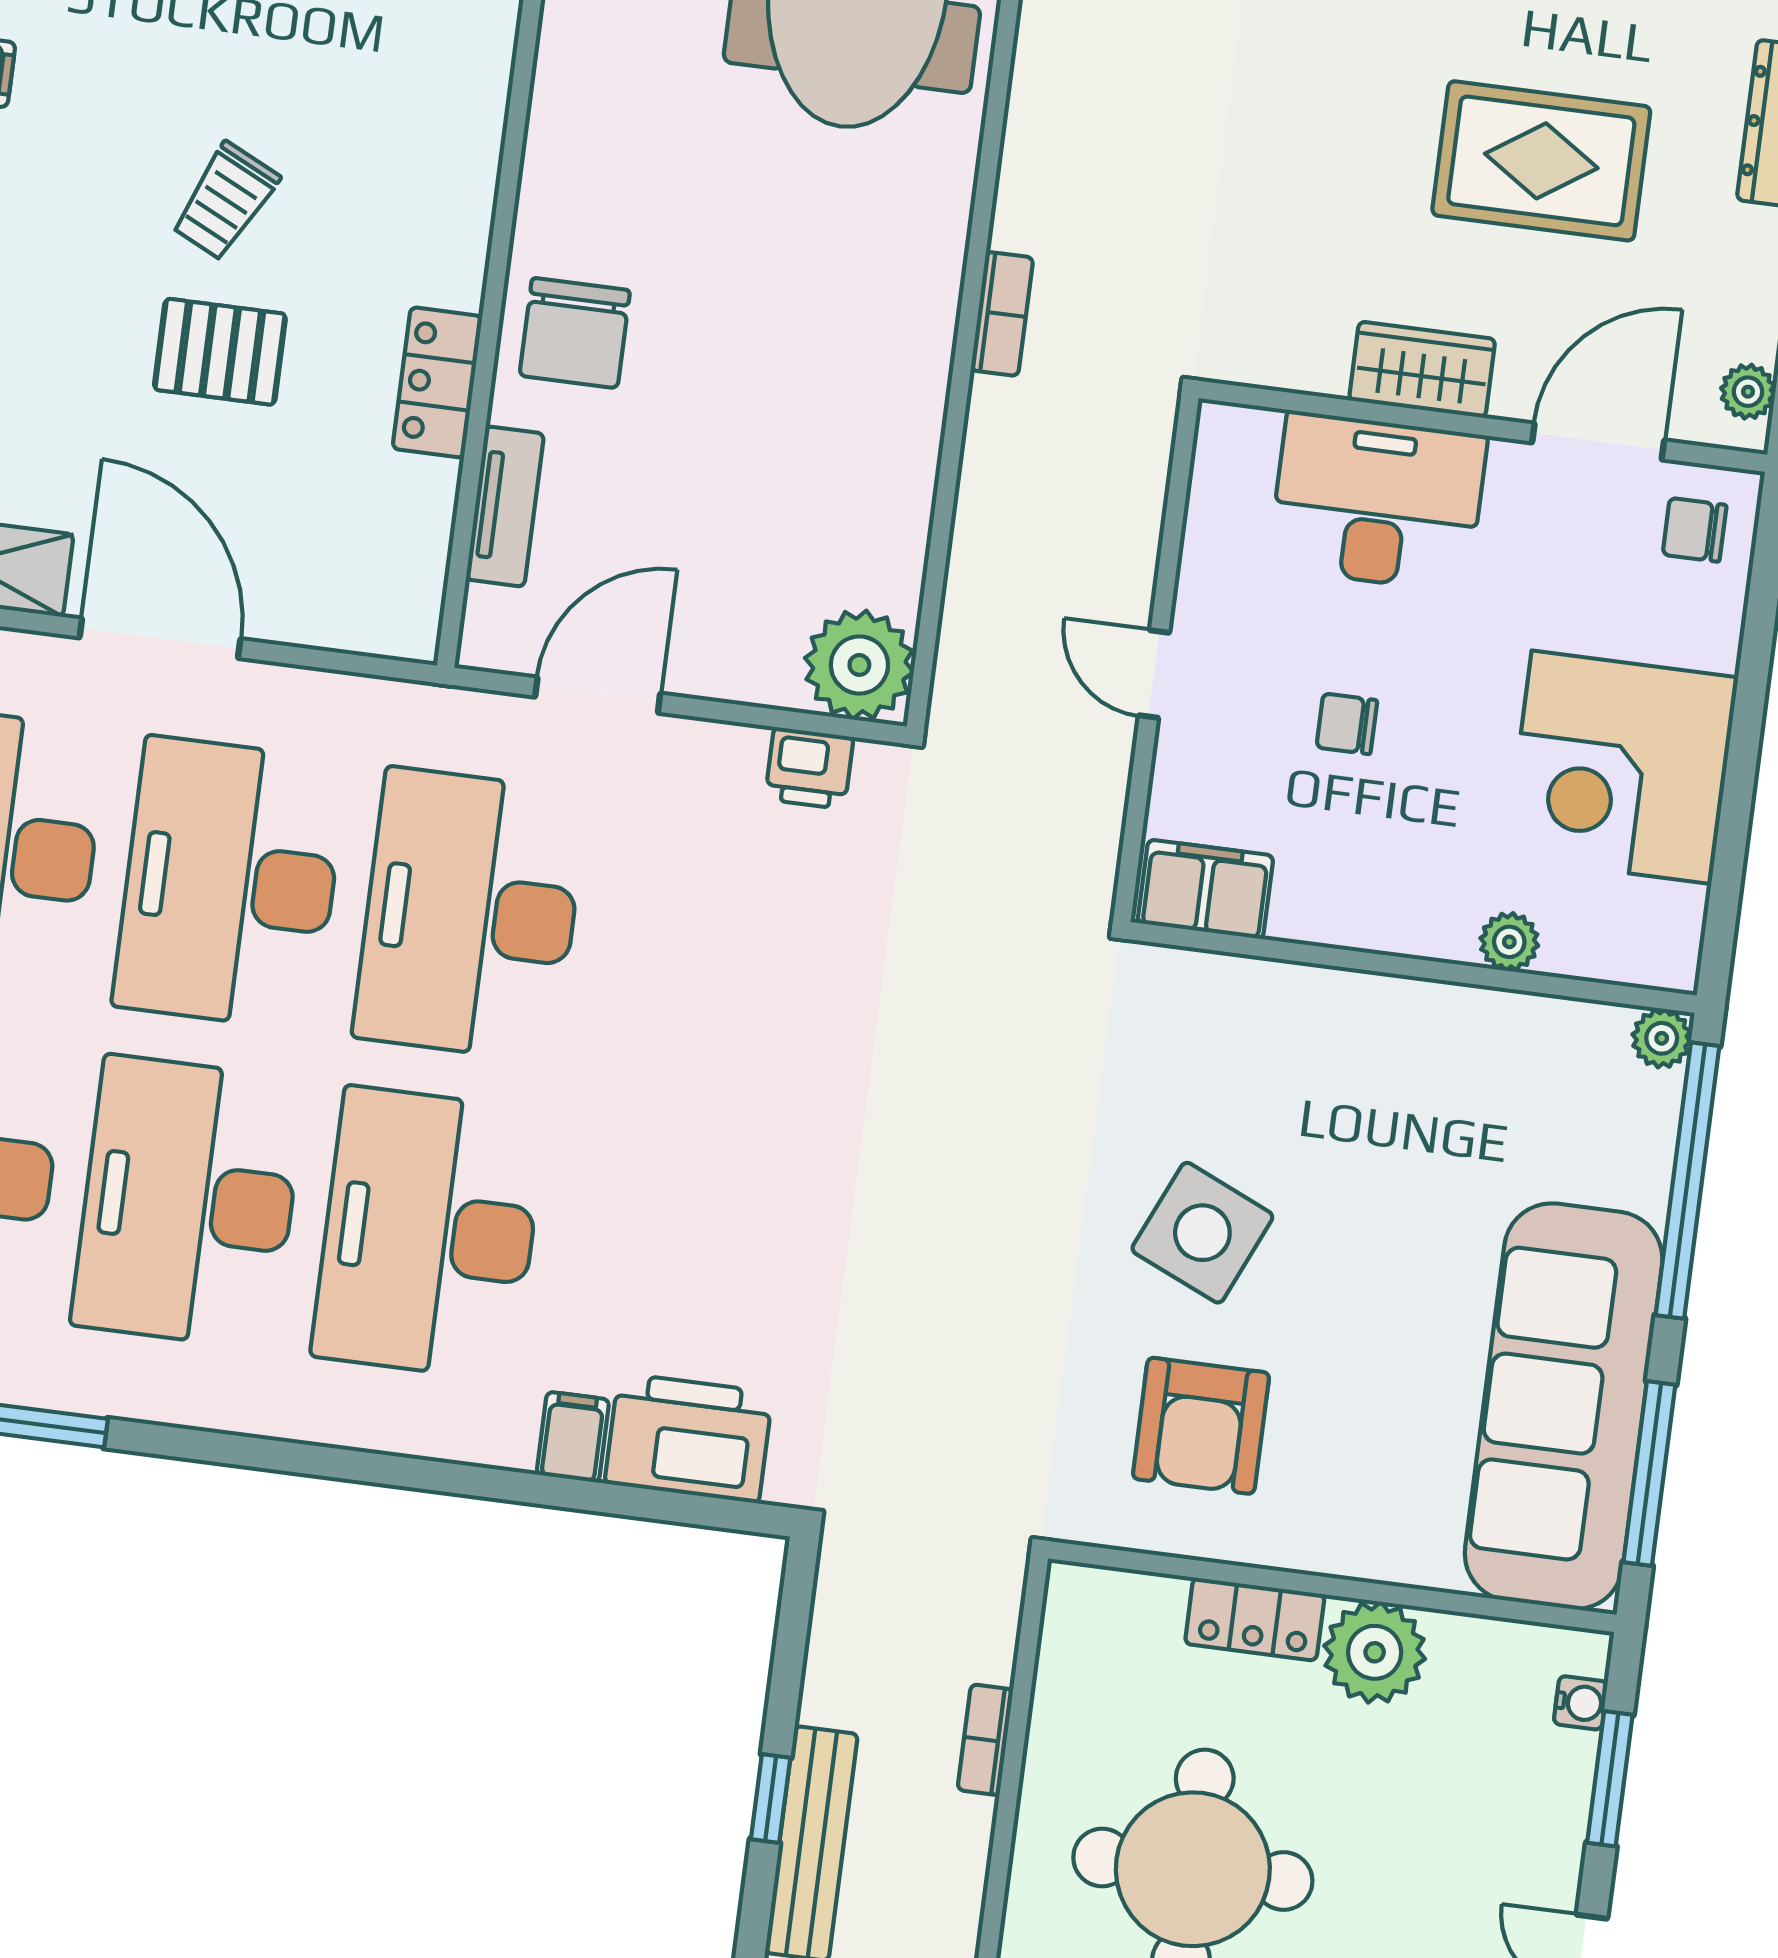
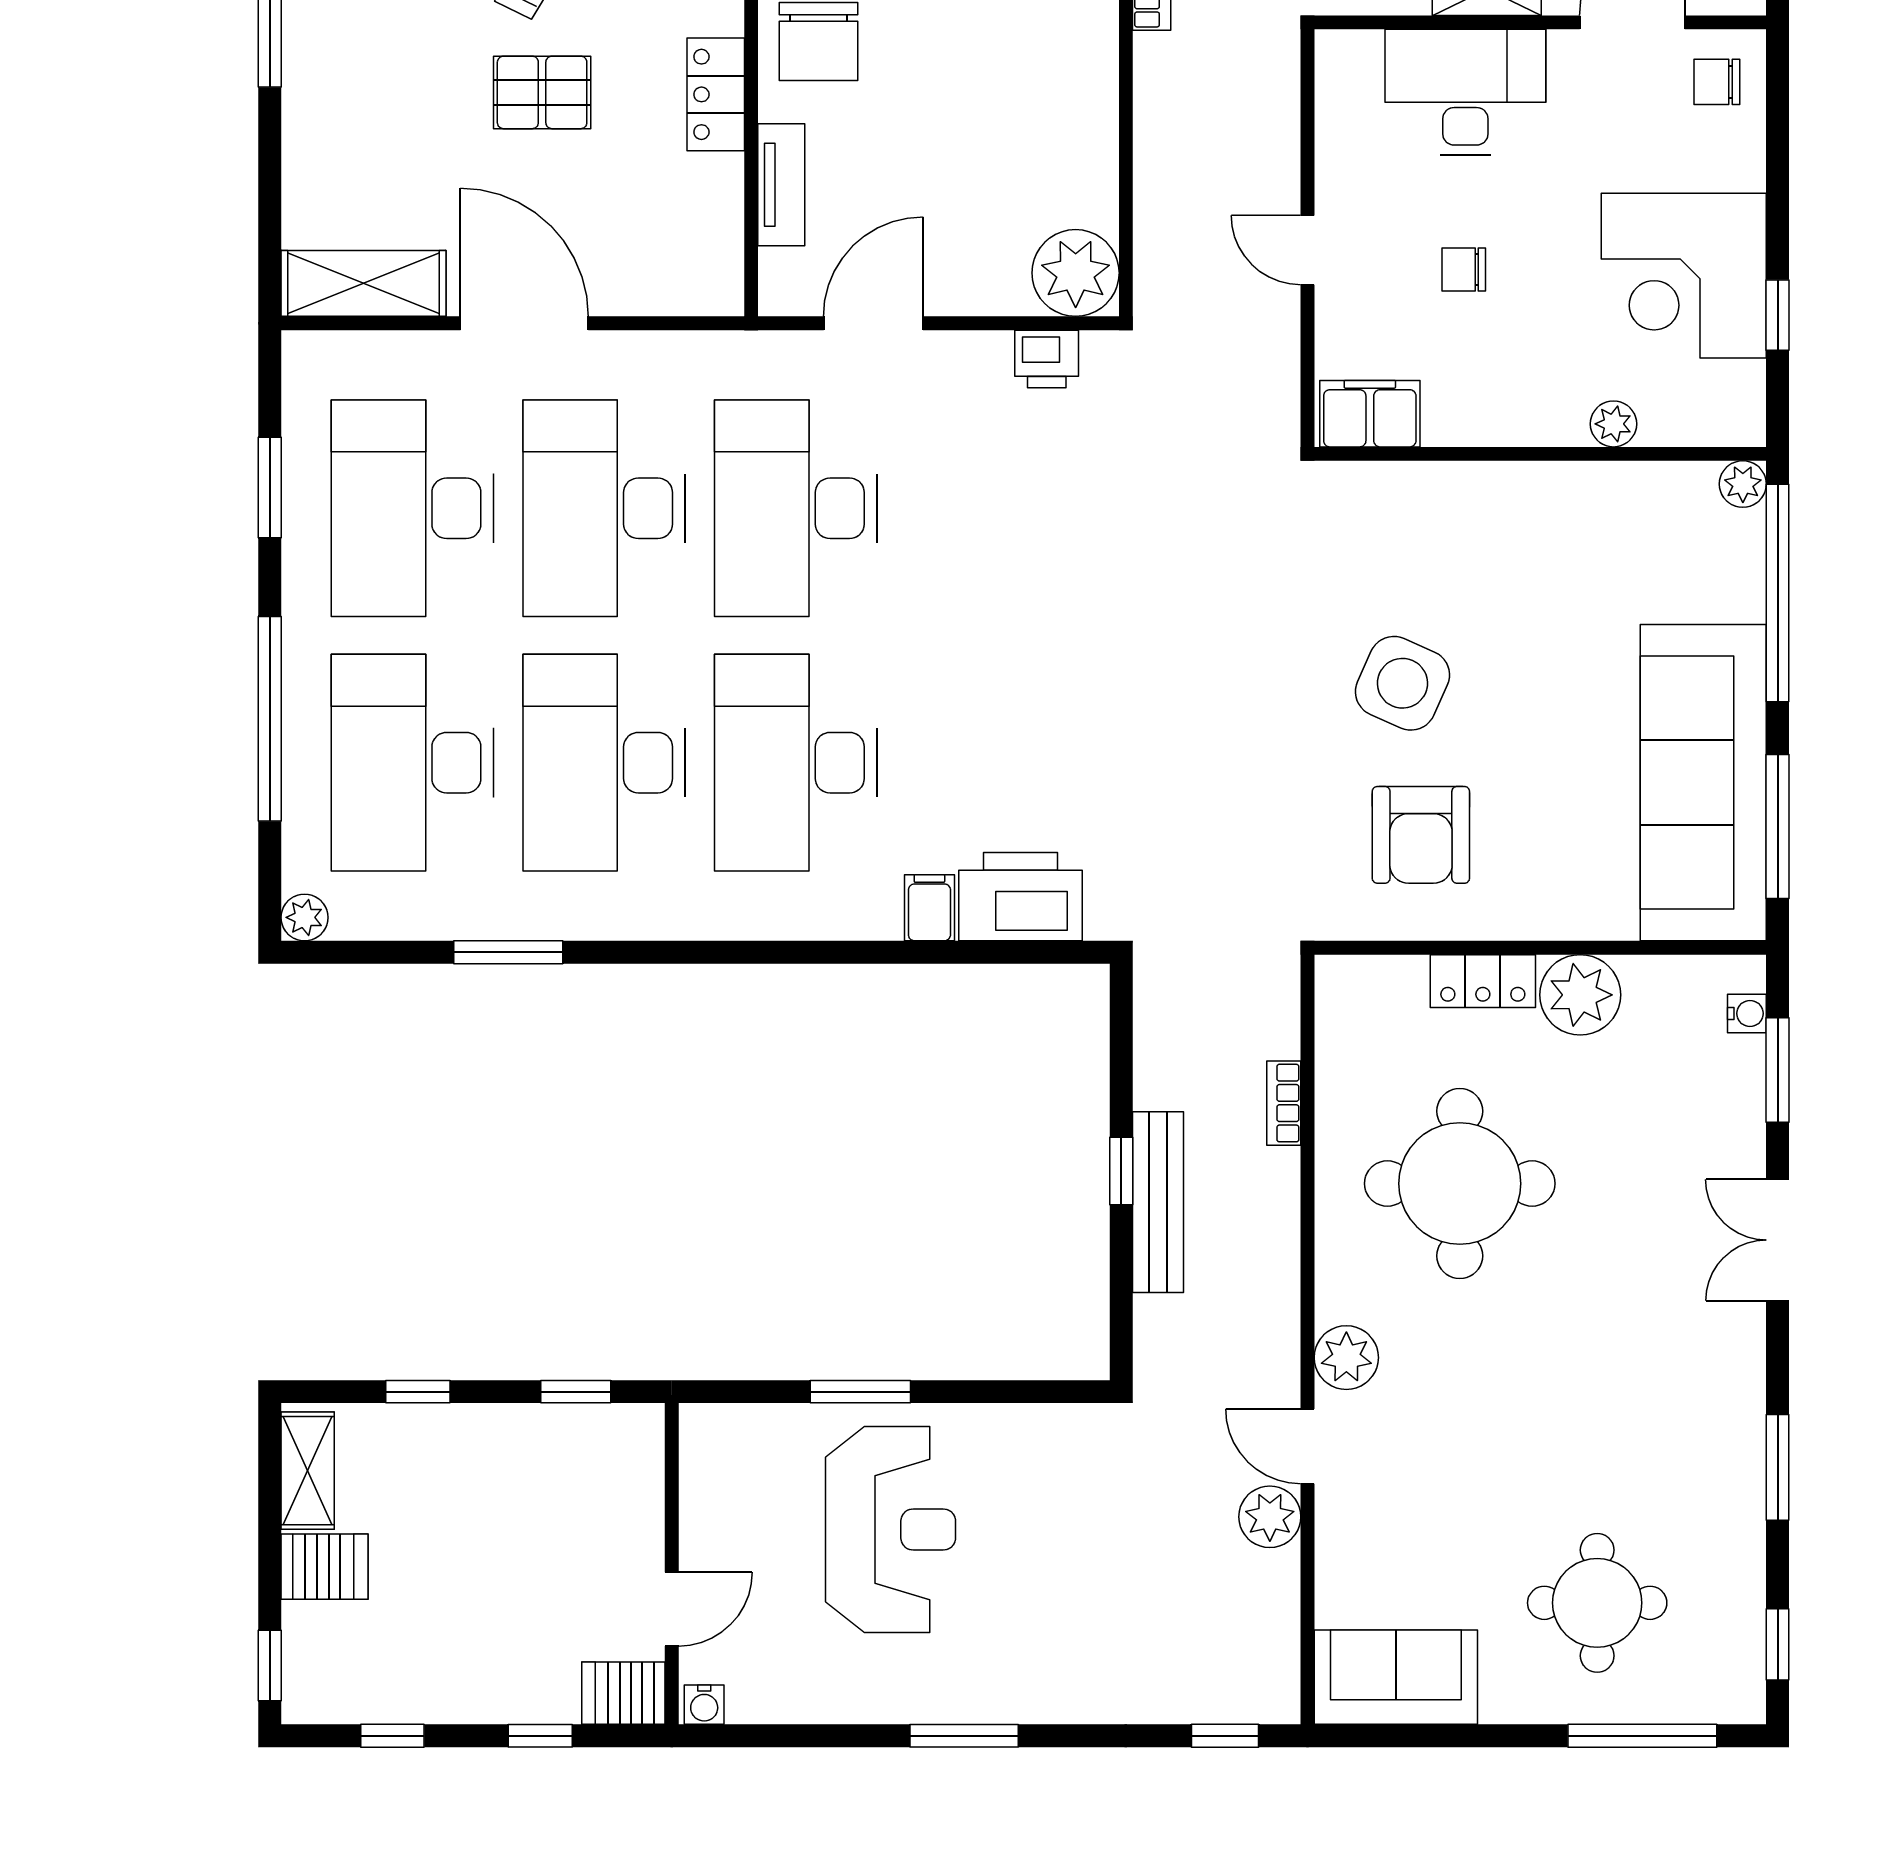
window: (1733, 832) -> (1778, 315), added

